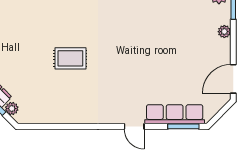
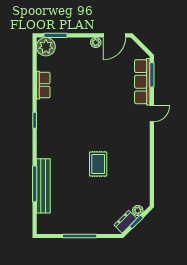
plant: (224, 32) -> (96, 42), moved
door: (233, 79) -> (114, 35), hinge flipped

